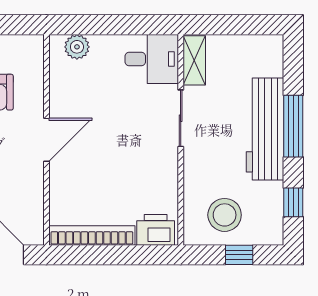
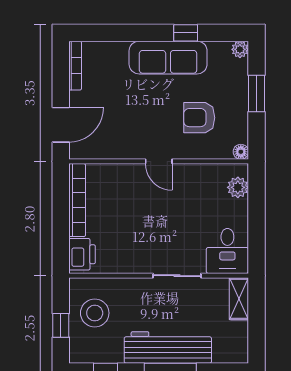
floor lamp: (35, 43) -> (241, 152), added
shelving: (194, 60) -> (239, 299), moved, turned 90
door: (46, 140) -> (159, 161), width x0.73

